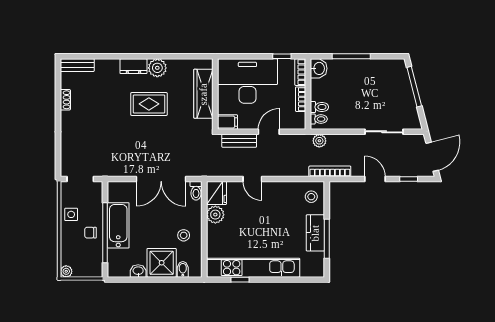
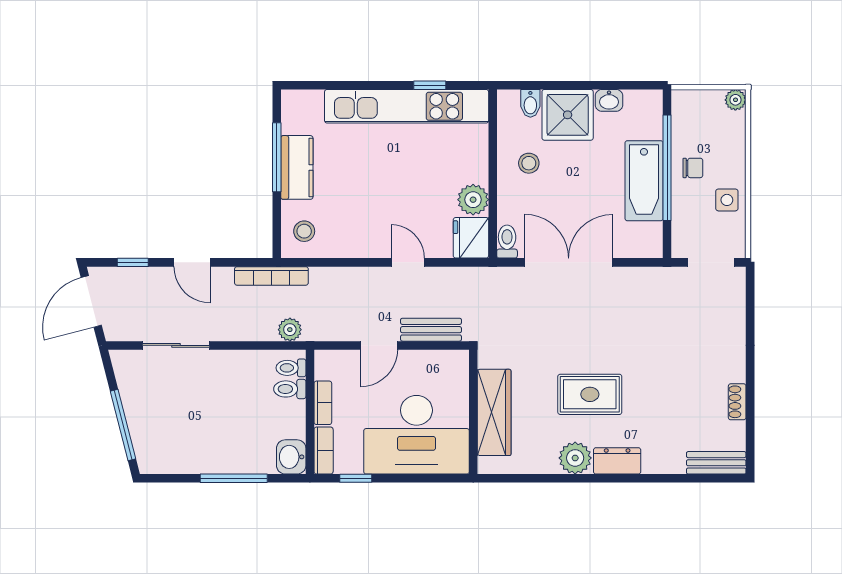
filing cabinet: (227, 122) -> (452, 363), removed

